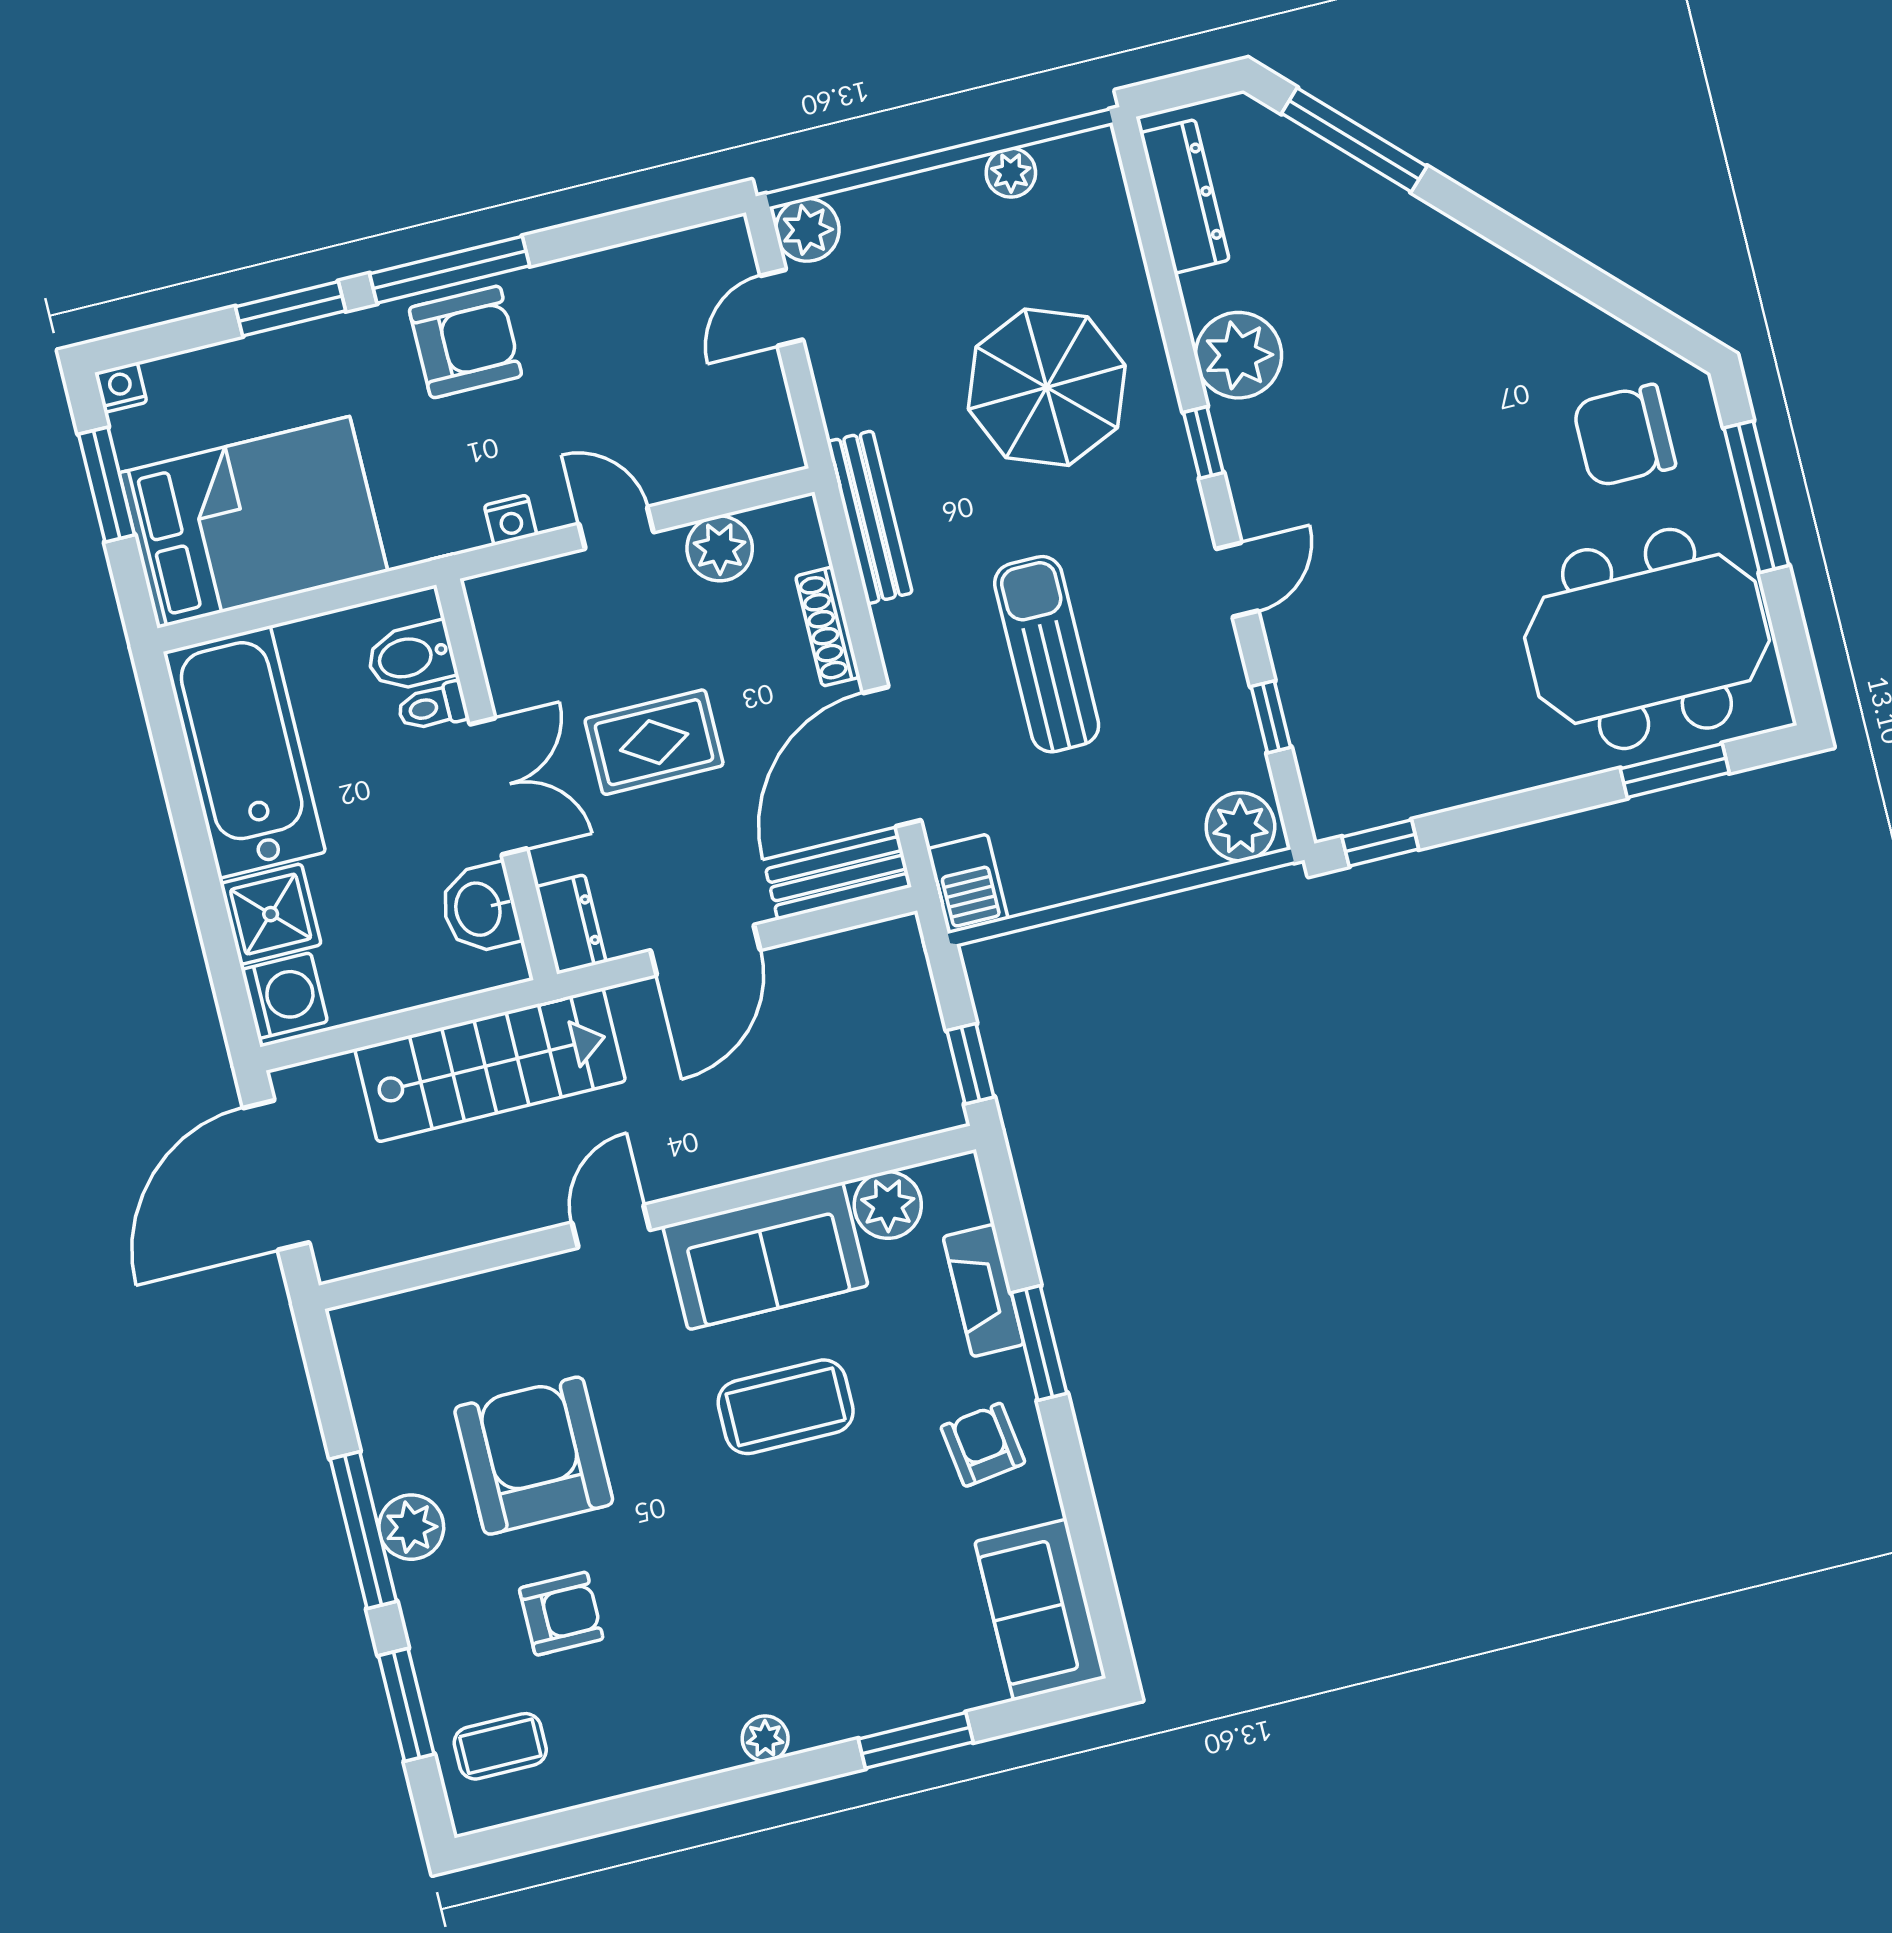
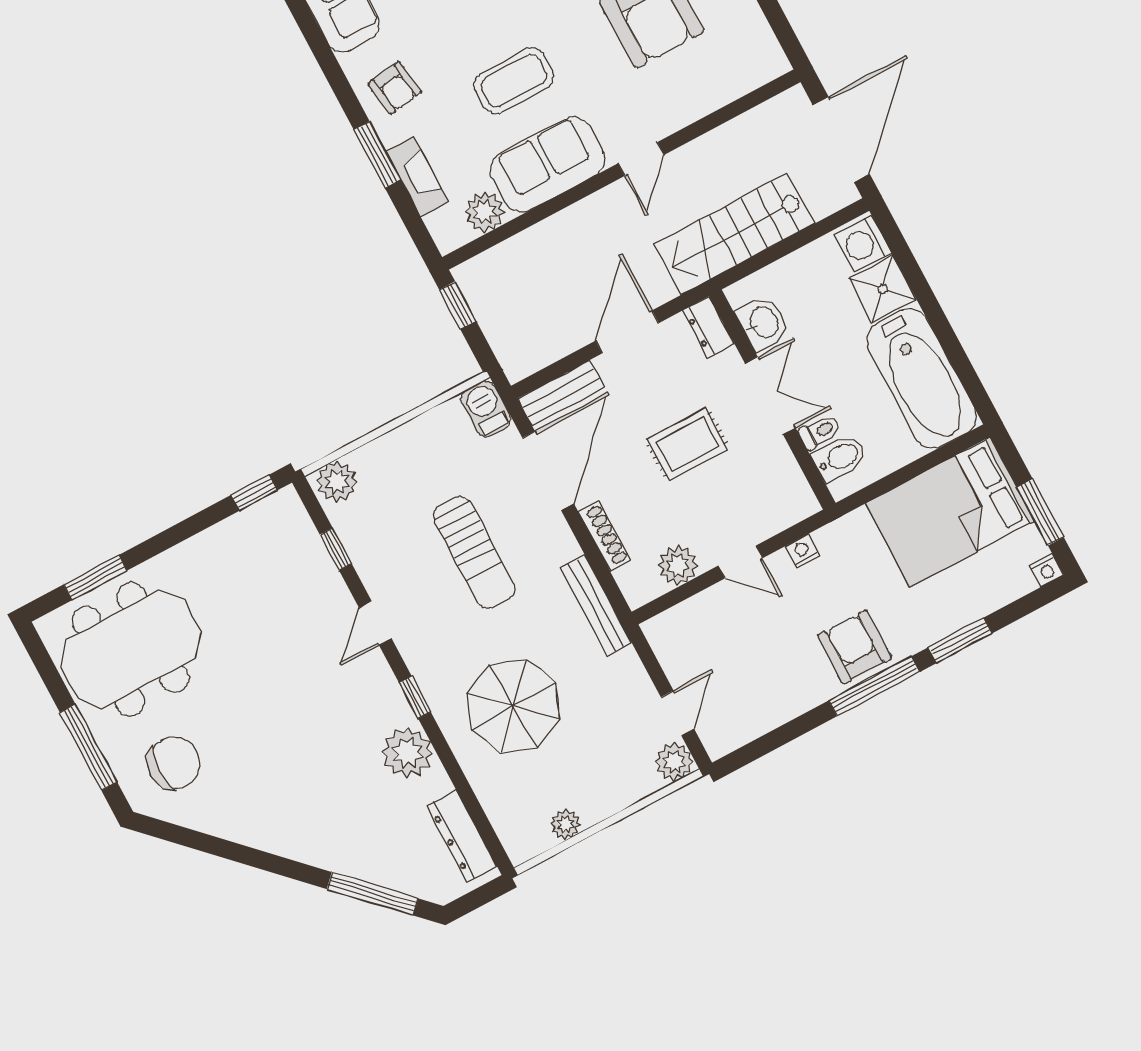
armchair: (465, 342) -> (855, 647), turned 90
double door: (498, 786) -> (770, 396), swing flipped

